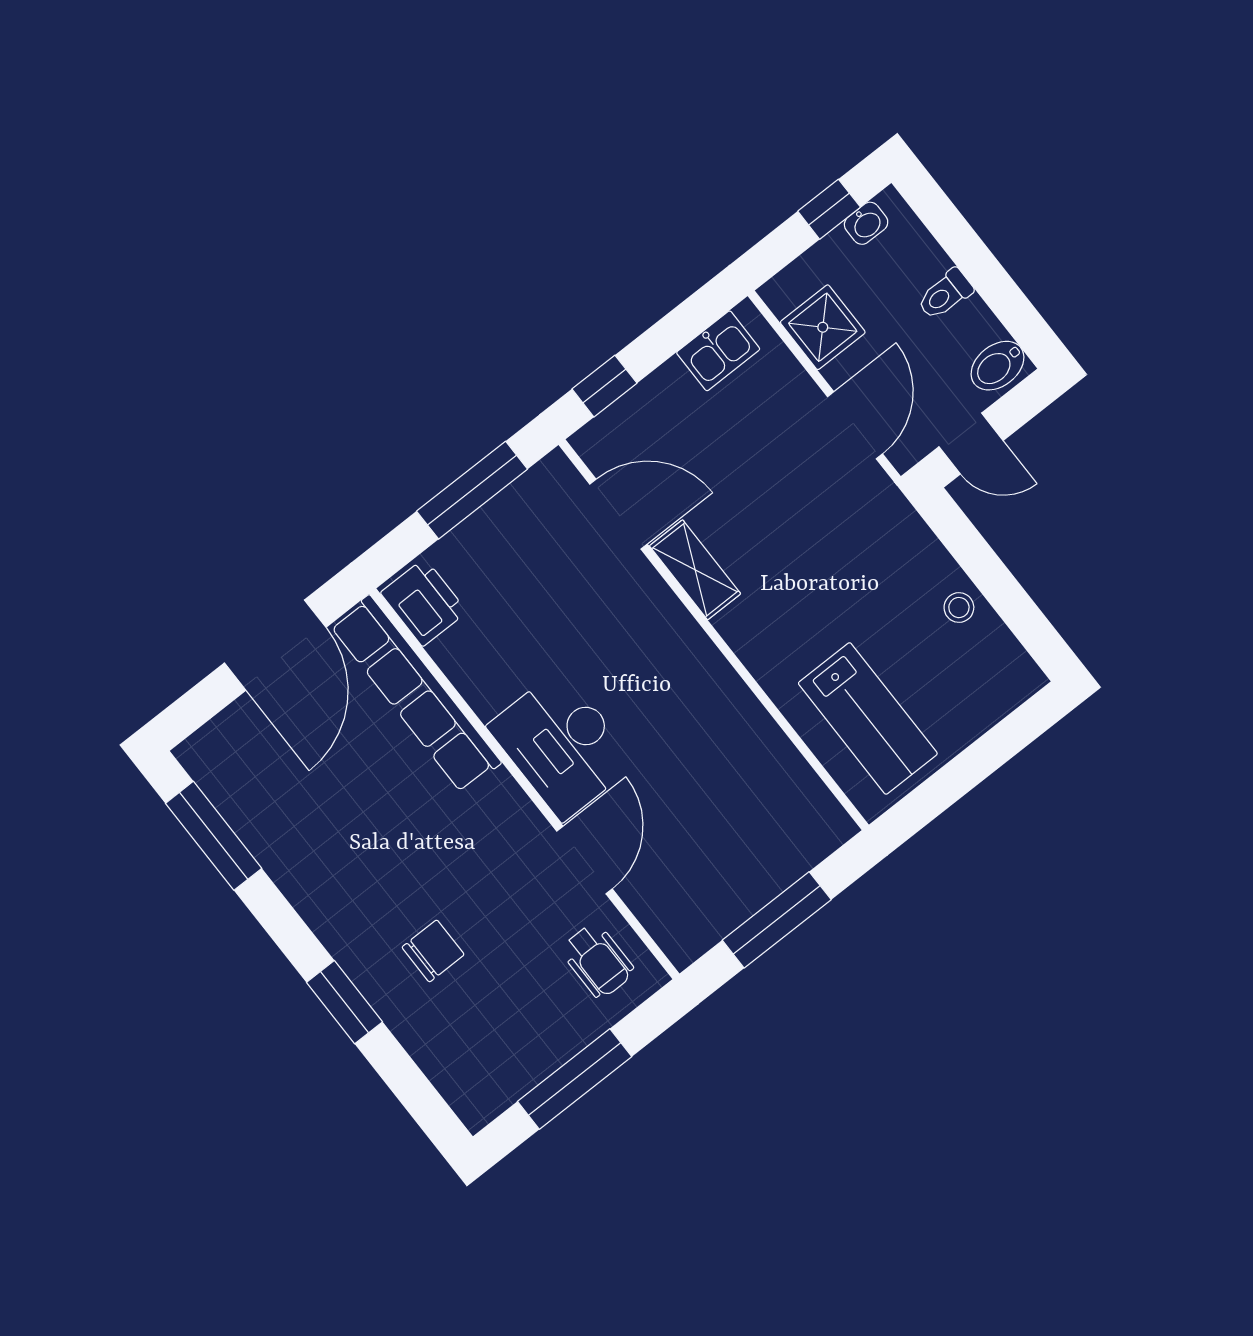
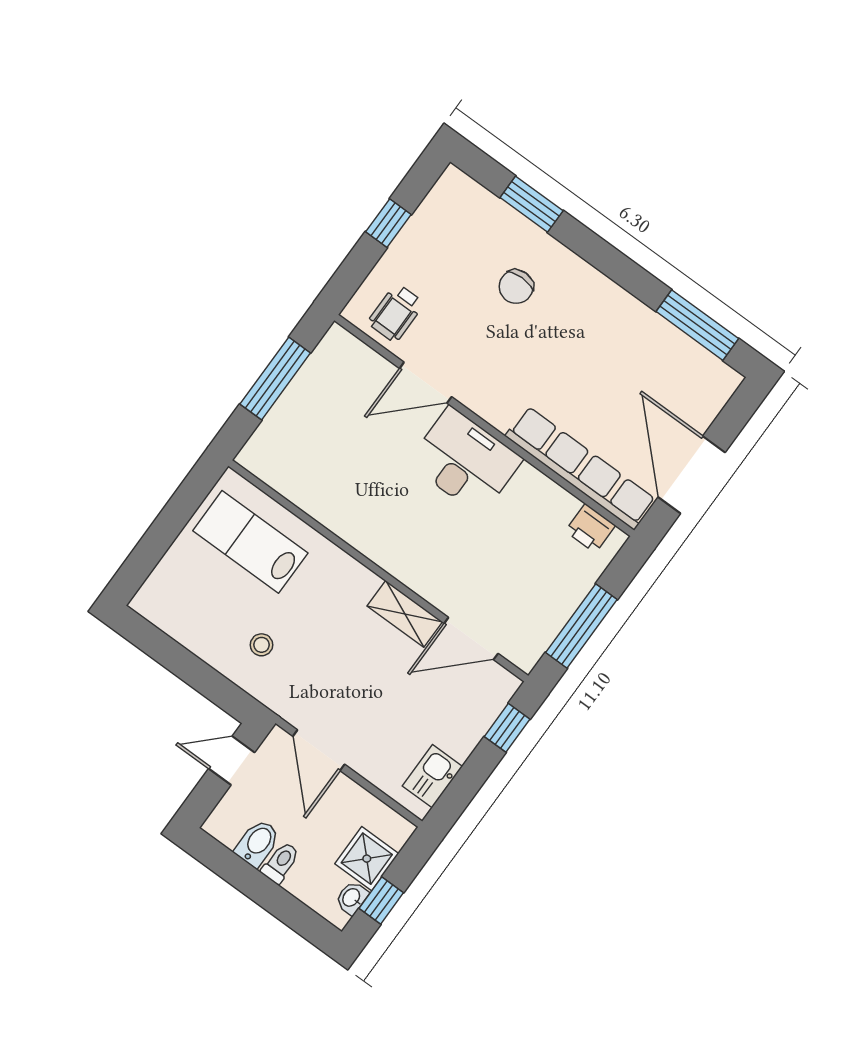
shower: (823, 327) -> (367, 859), moved
bidet: (997, 366) -> (257, 843), moved
printer: (424, 602) -> (590, 528), width x0.73, depth x0.81
stool: (959, 608) -> (261, 645), moved
door: (584, 860) -> (426, 383), hinge flipped
wheelchair: (598, 961) -> (396, 313), turned -90
window: (345, 1002) -> (532, 204), moved
window: (575, 1079) -> (388, 223), width x0.46

